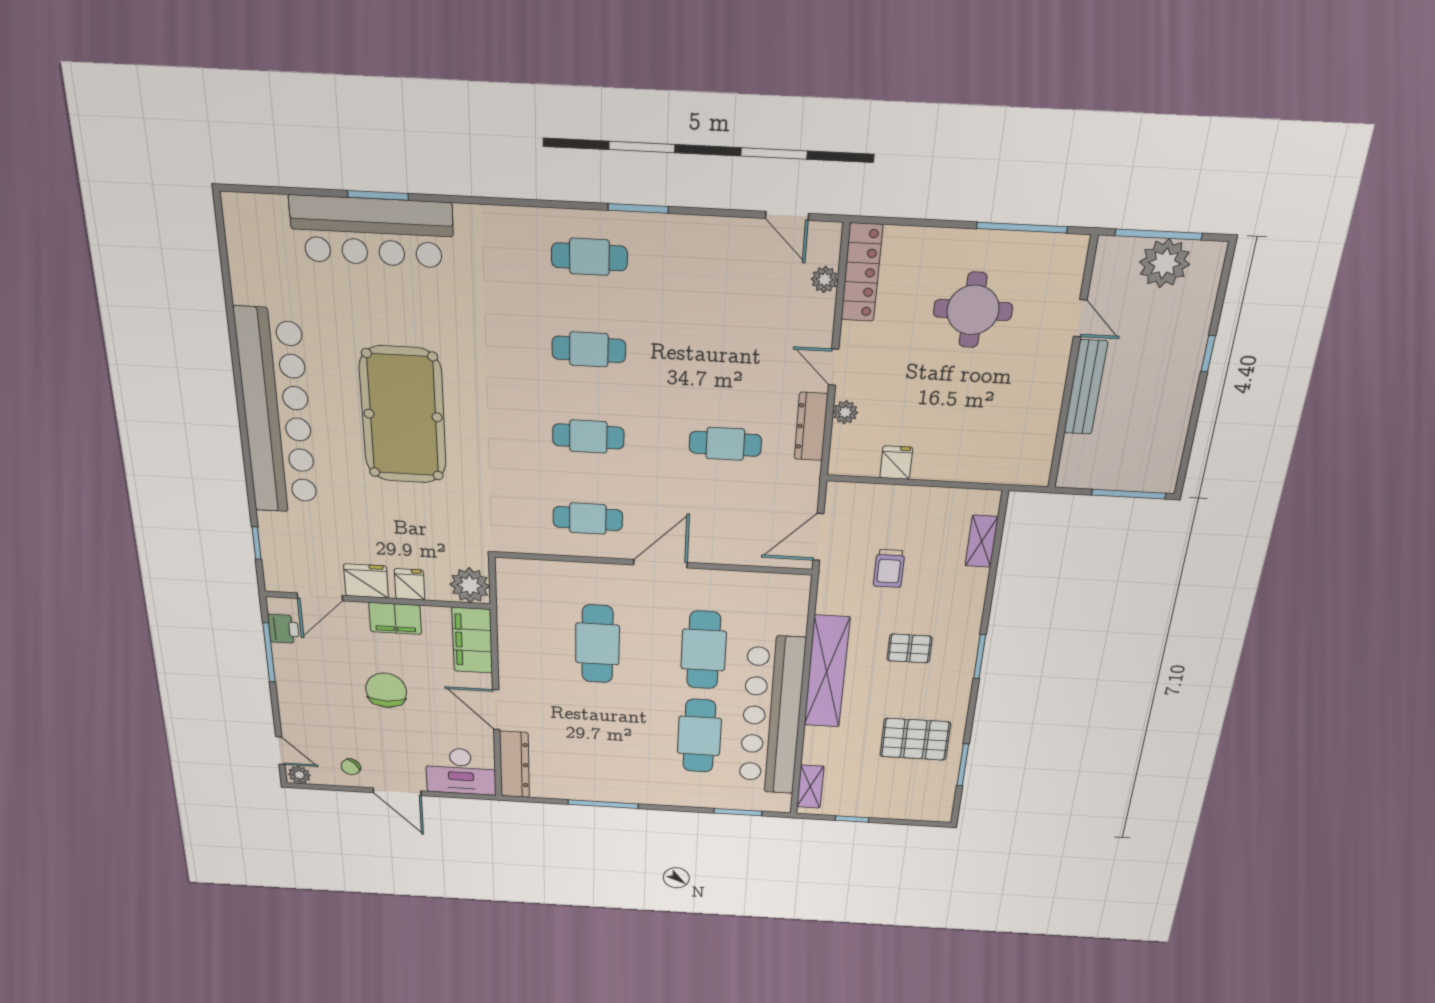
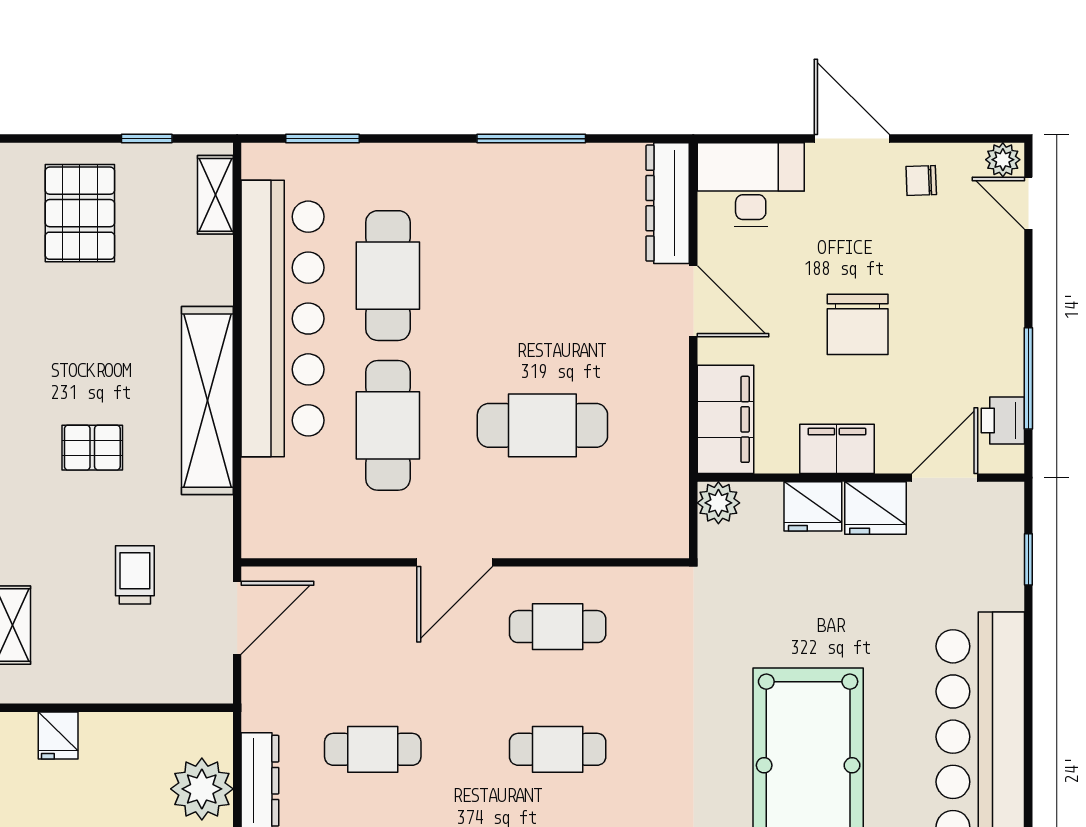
plant: (845, 412) -> (202, 789), width x1.87, depth x1.87
fridge: (896, 463) -> (58, 735), moved
fridge: (410, 584) -> (813, 506), width x1.38
plant: (470, 585) -> (718, 503), width x0.73, depth x0.73
cafe table: (597, 644) -> (542, 425), turned 90
pallet: (915, 739) -> (80, 213), moved, turned 90
chair: (351, 767) -> (921, 181), turned -138

